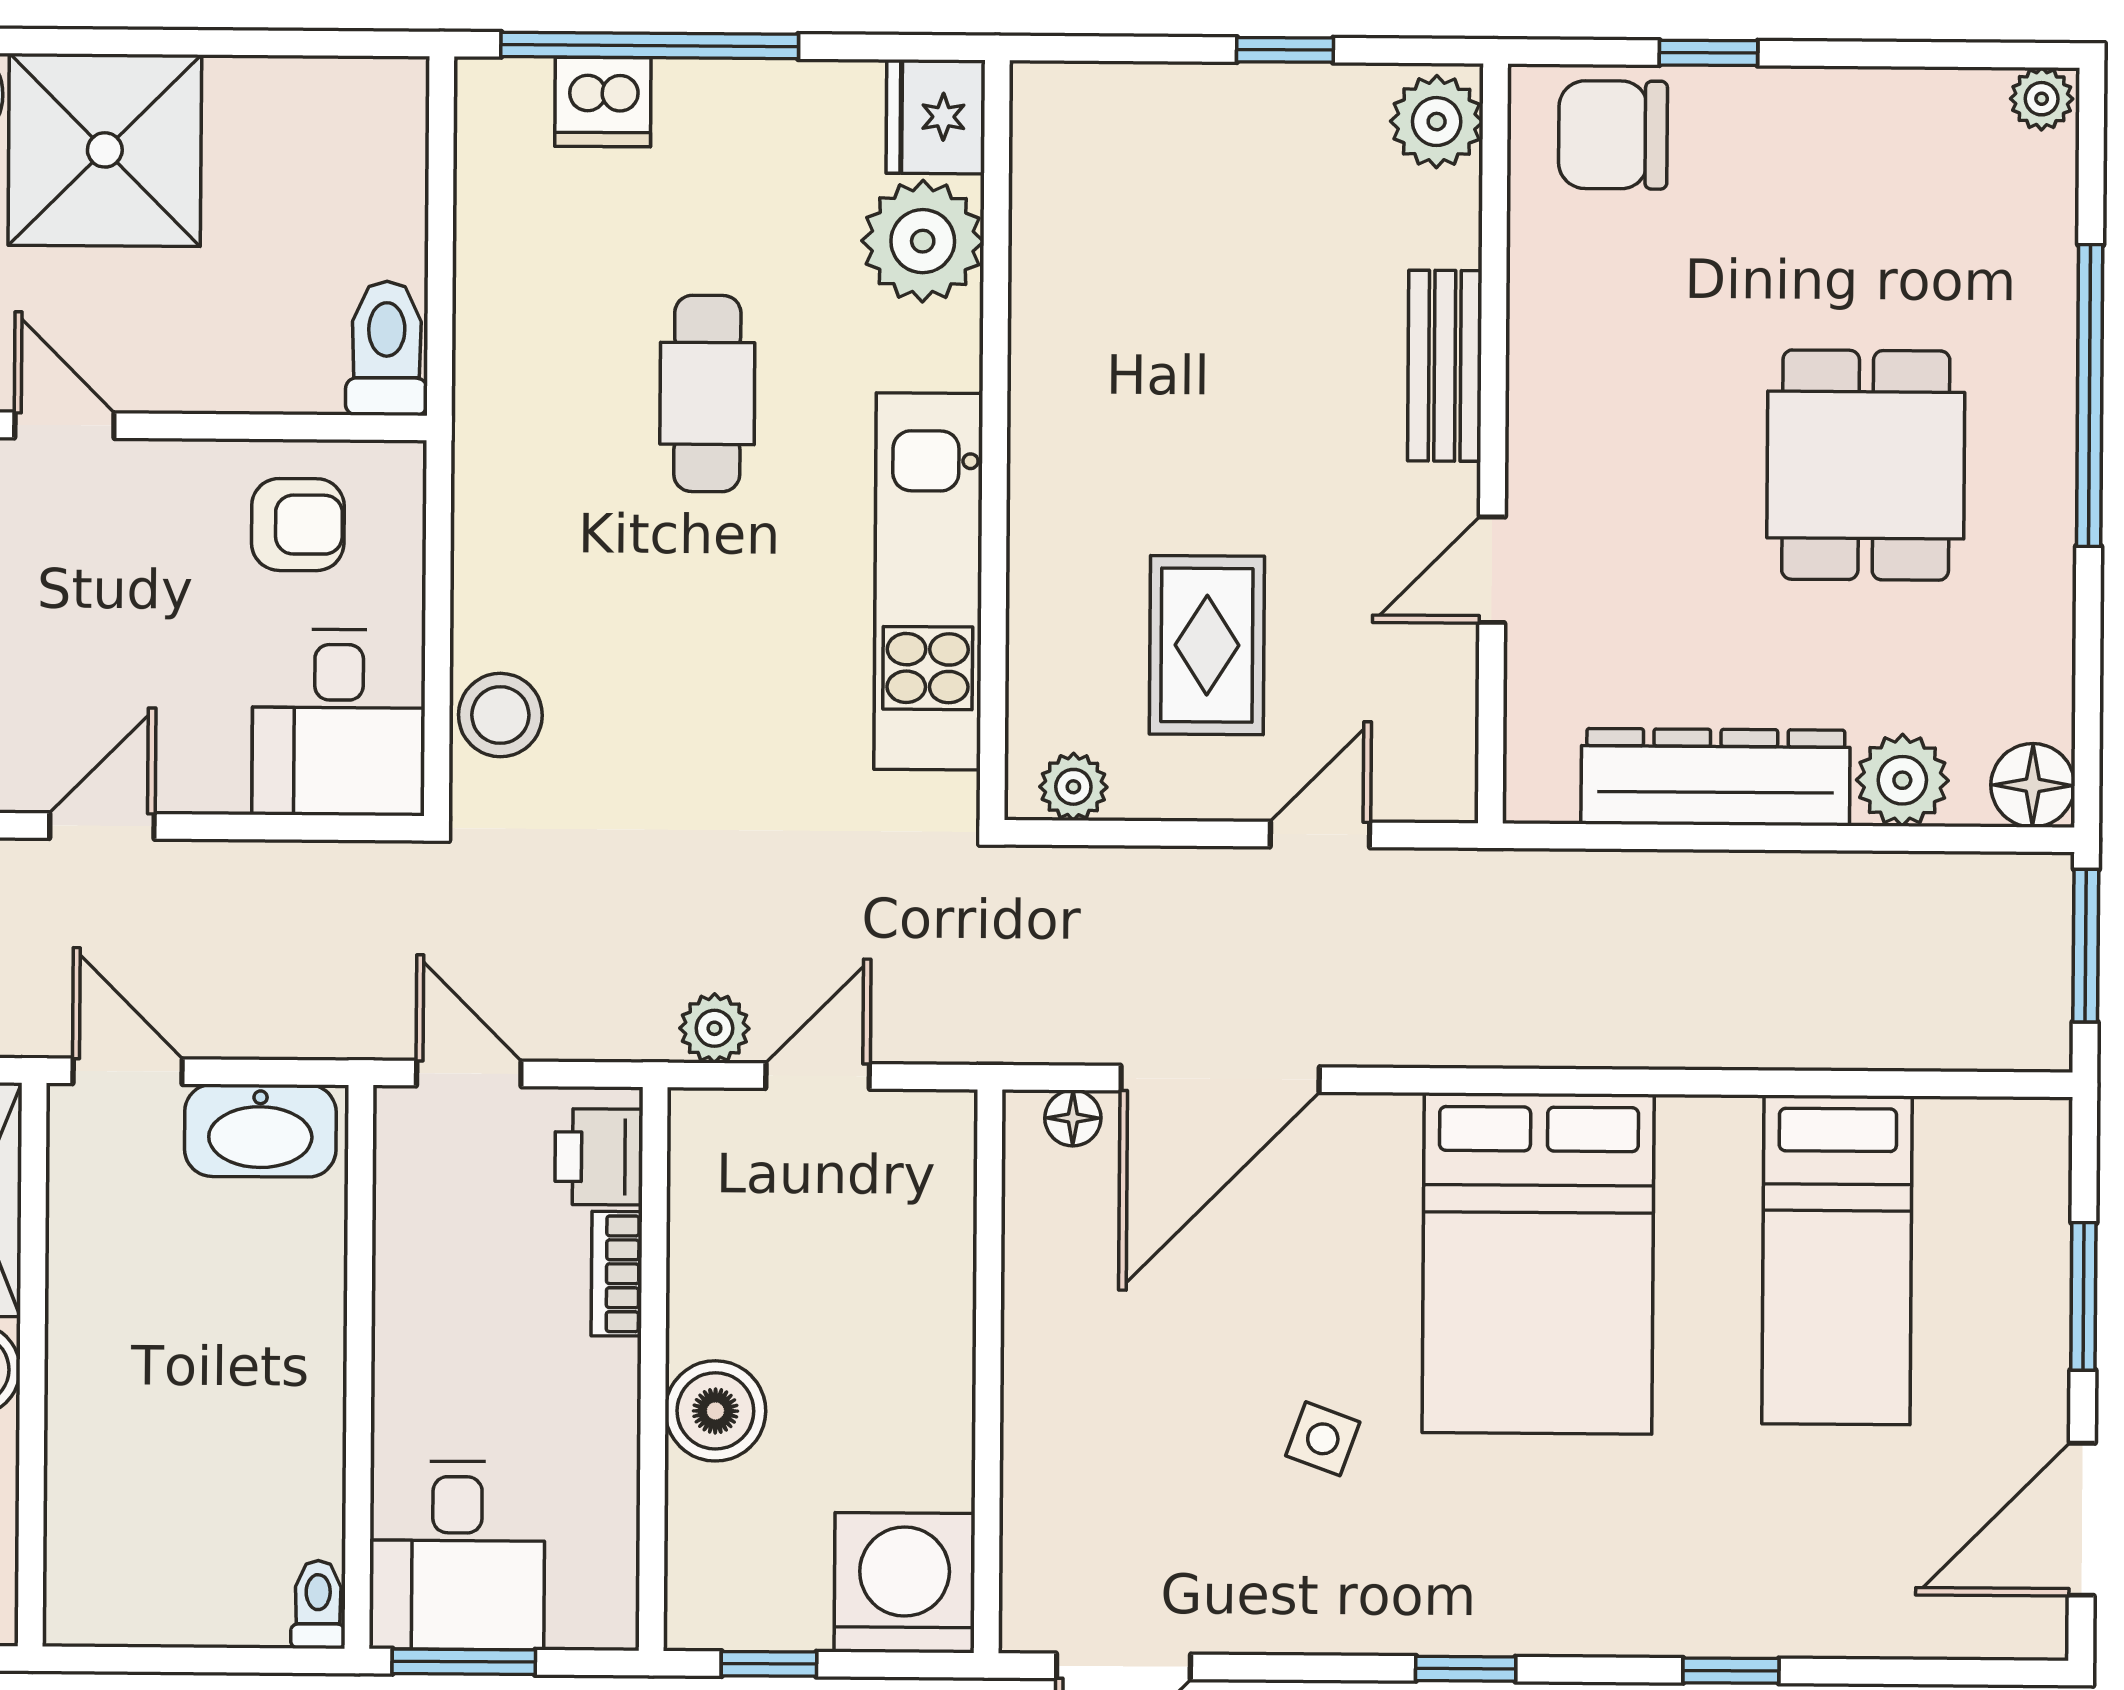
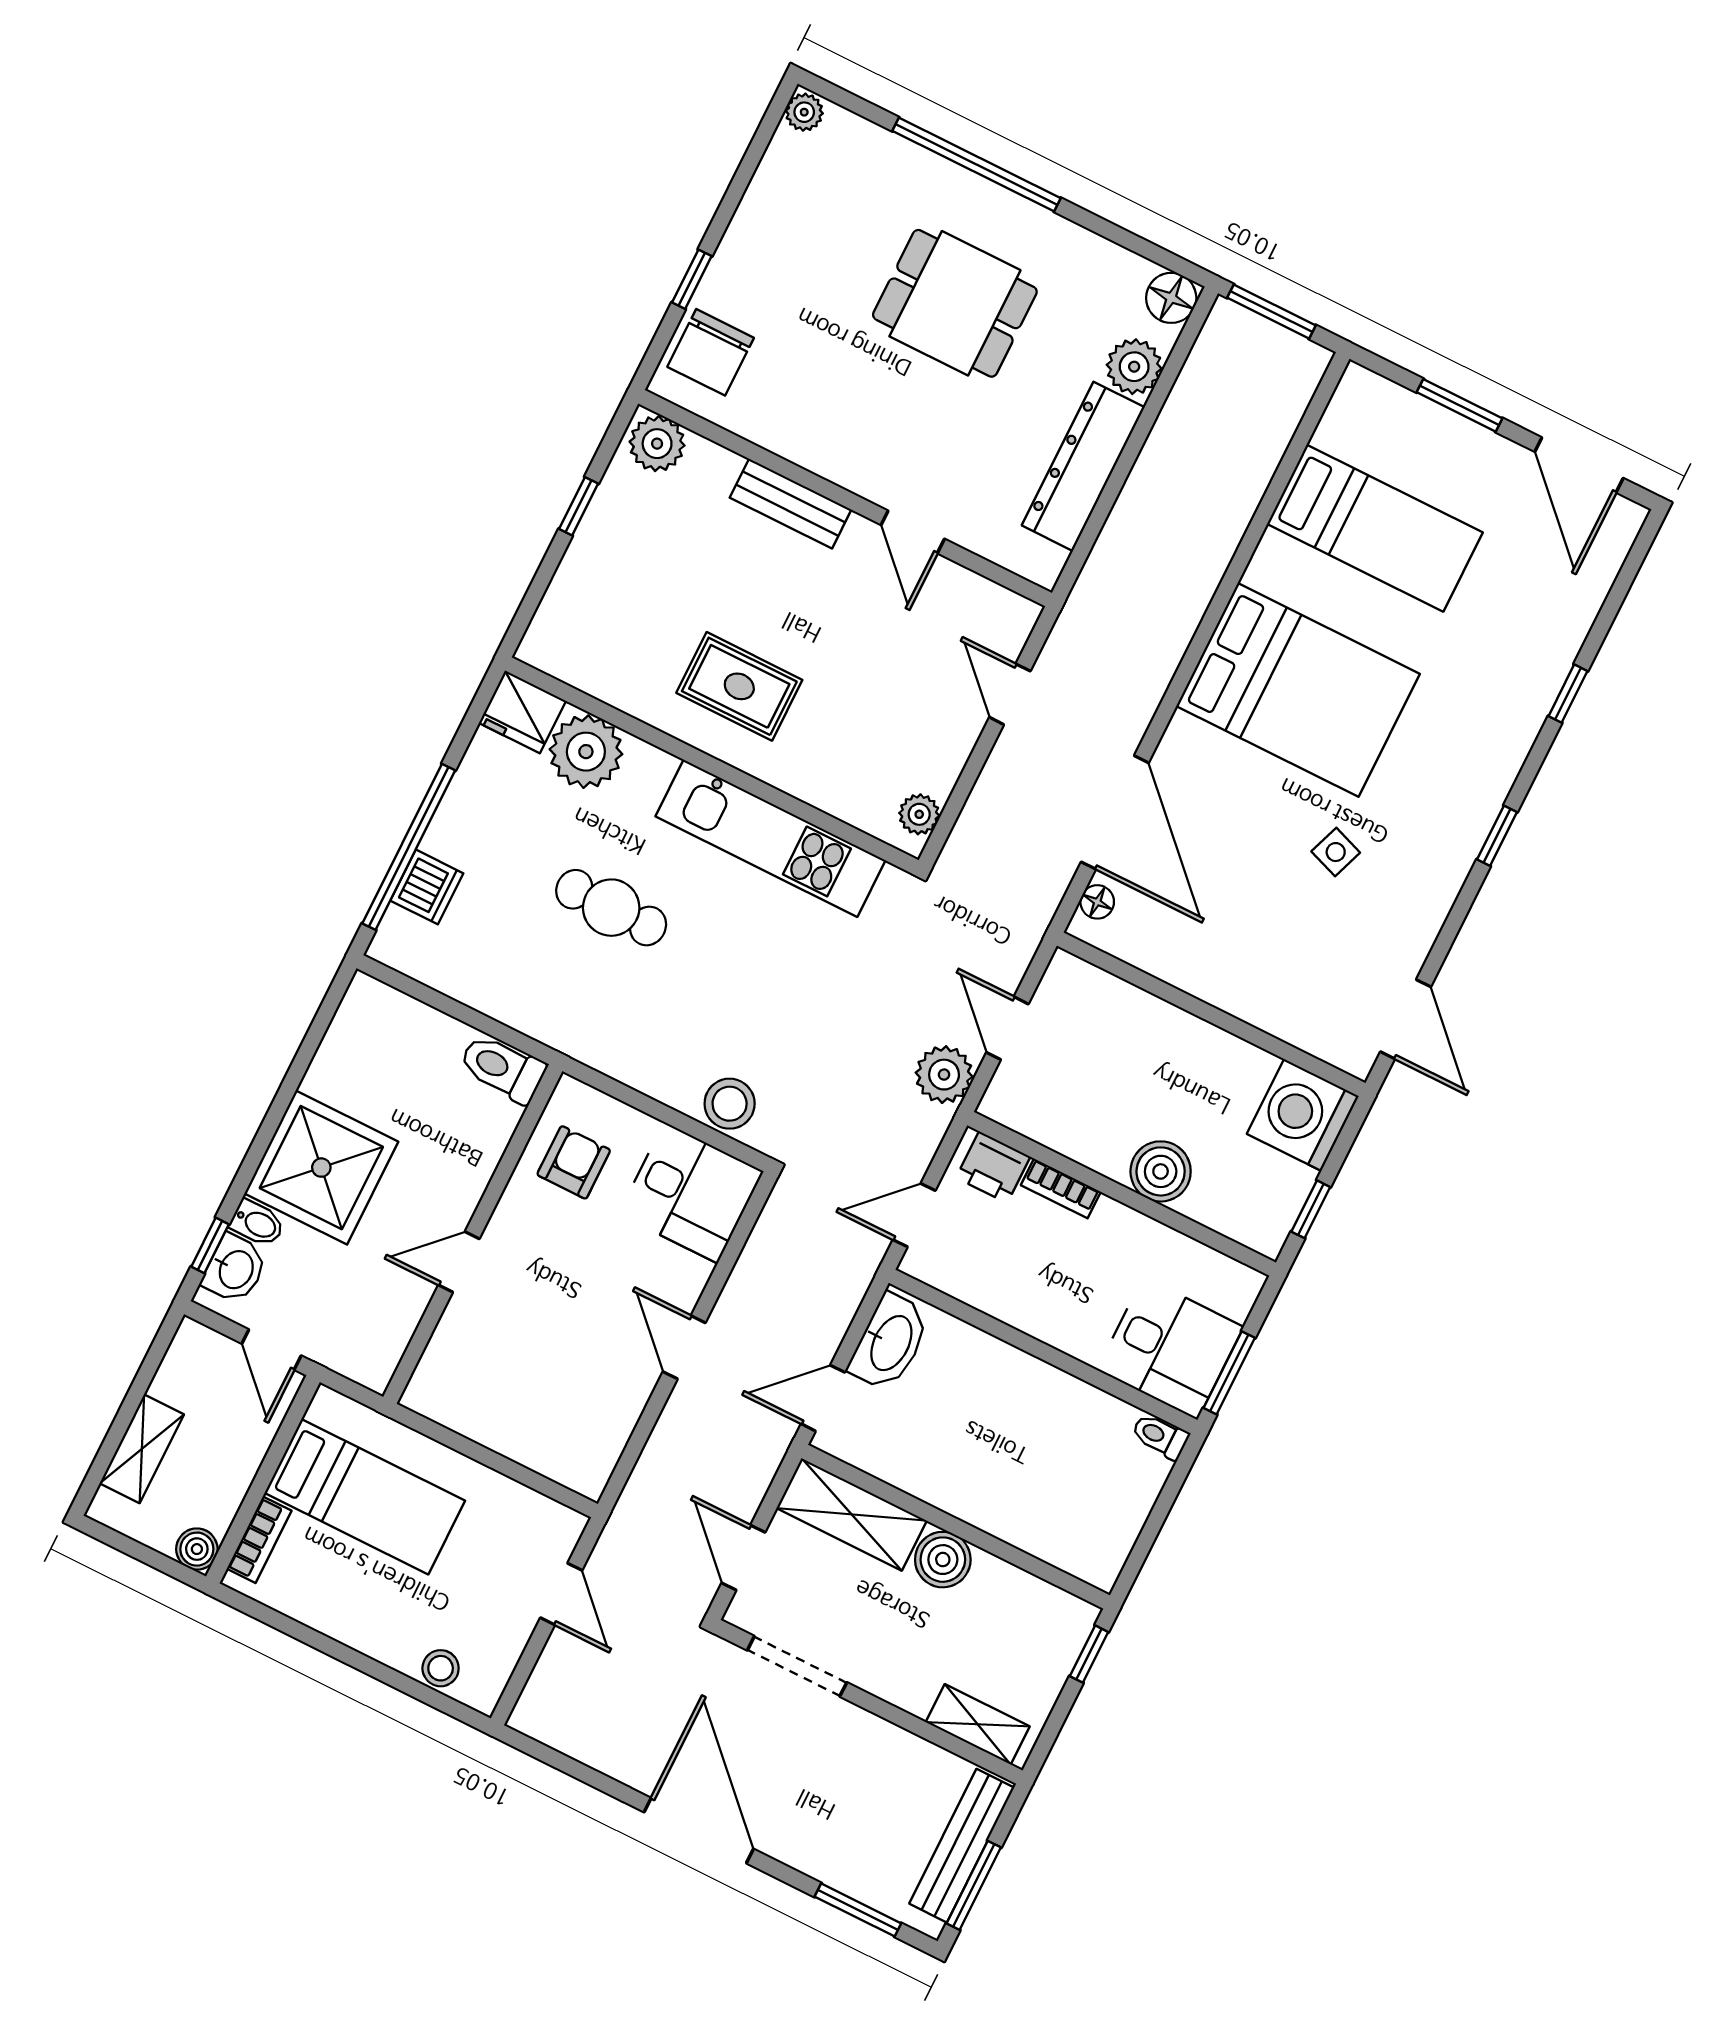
rug: (1207, 645) -> (739, 686), moved
plant: (714, 1028) -> (944, 1075), width x1.38, depth x1.38

